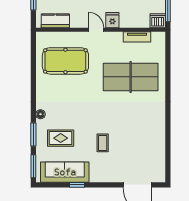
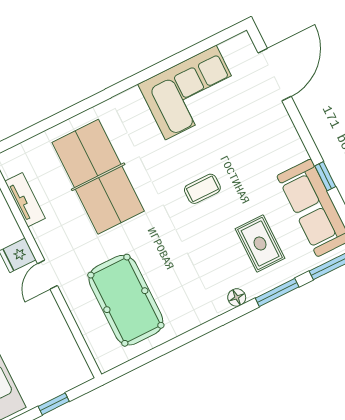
kitchen counter: (55, 21) -> (67, 351), removed
corner sofa: (149, 141) -> (191, 93), added
coffee table: (103, 143) -> (202, 189), moved

